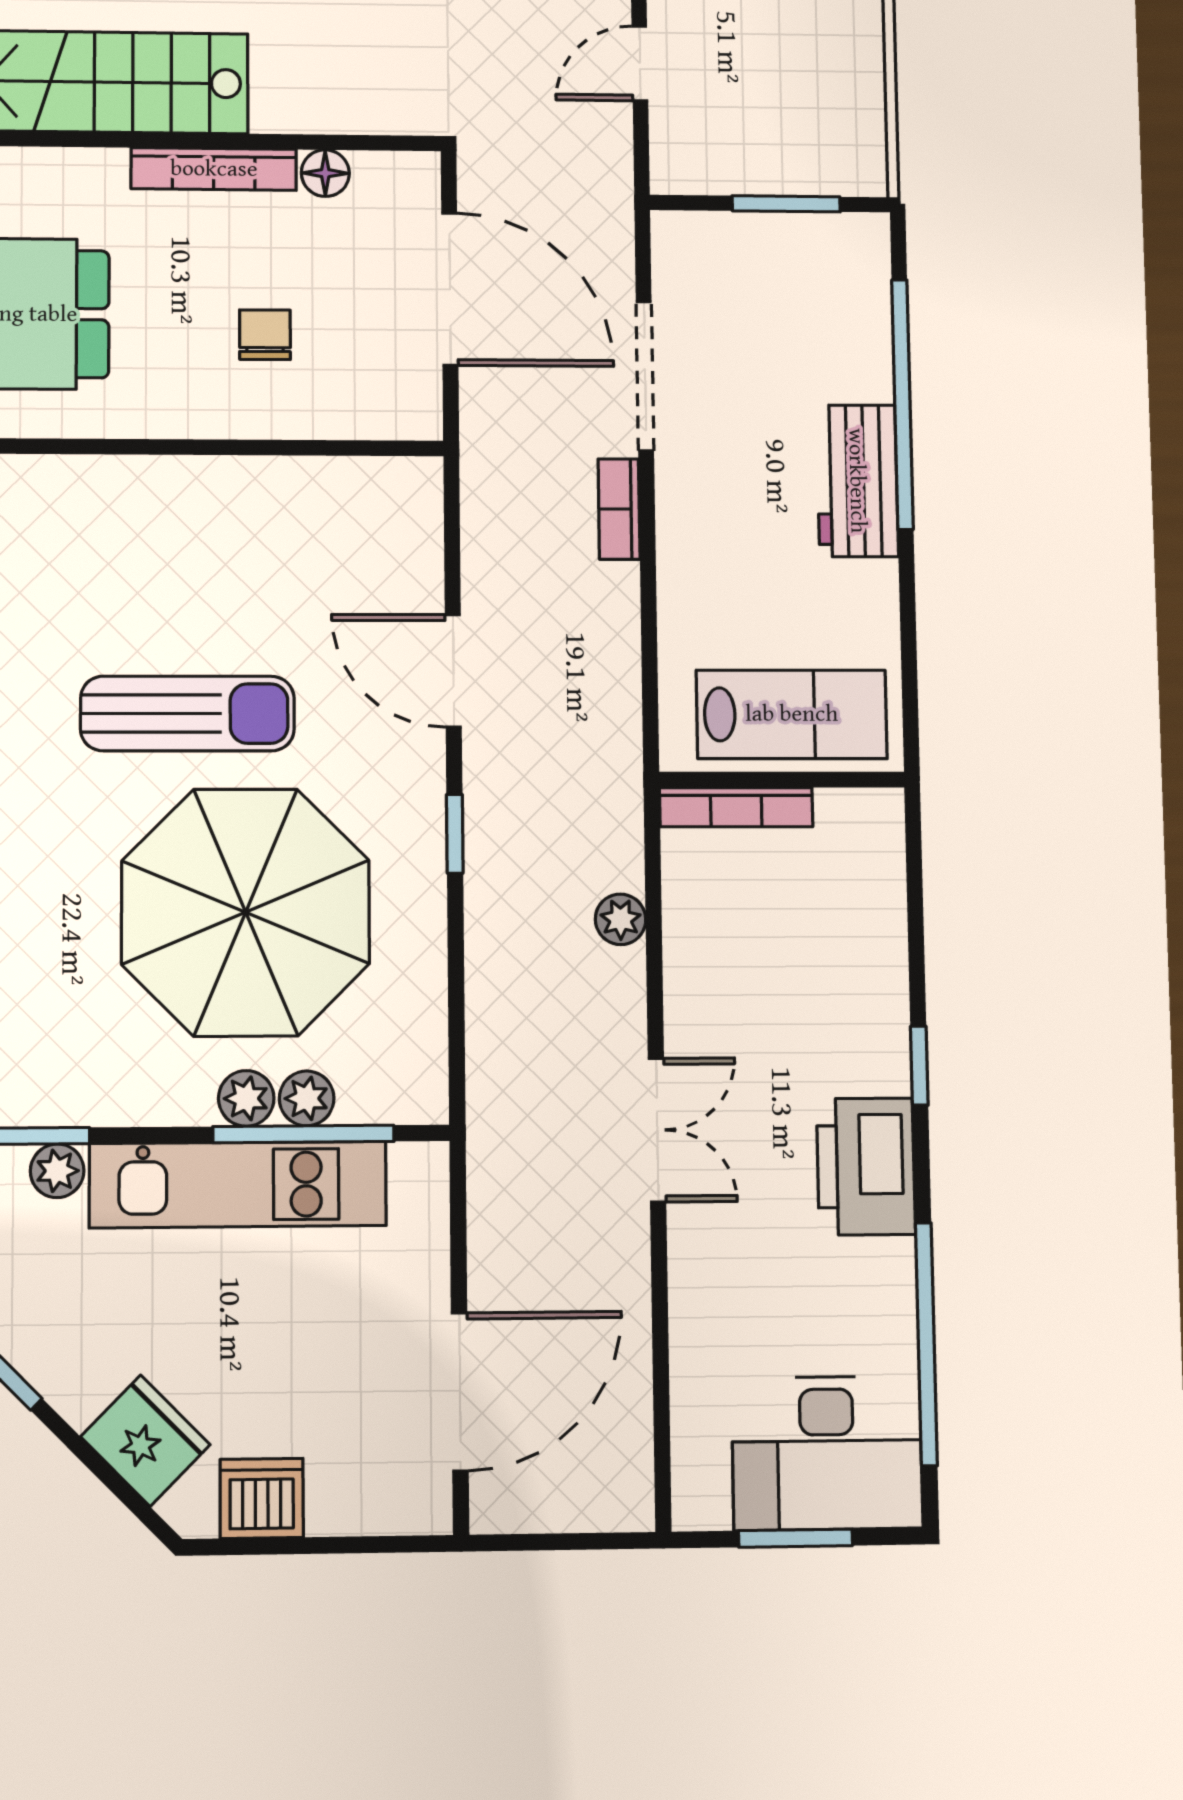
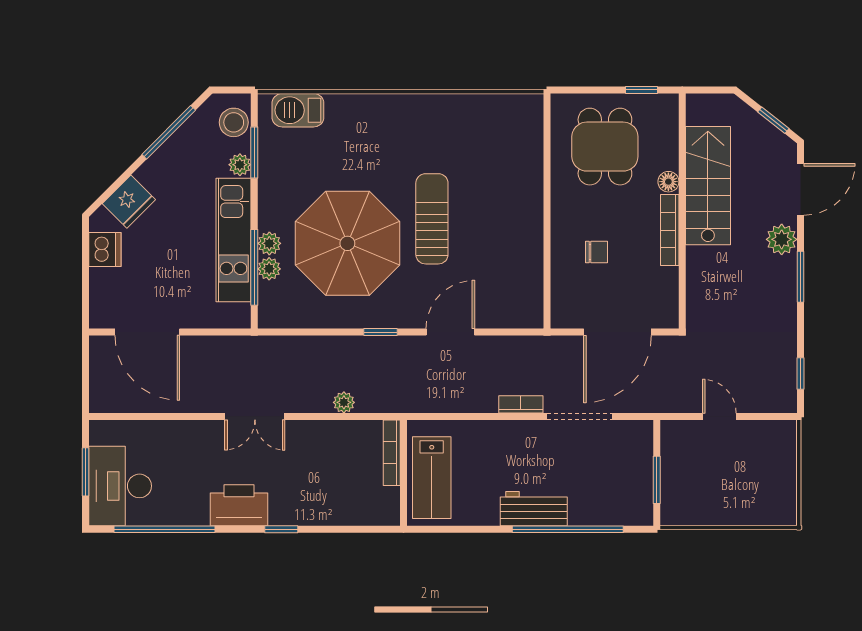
floor lamp: (325, 173) -> (668, 182), moved
sun lounger: (188, 714) -> (432, 219), turned 180

